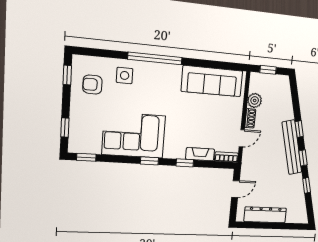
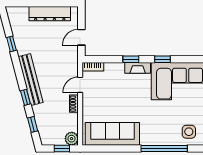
plant: (255, 100) -> (72, 139), moved
fireplace: (200, 154) -> (138, 68), moved
window: (303, 158) -> (33, 124), moved

